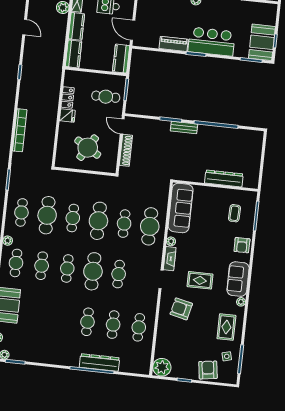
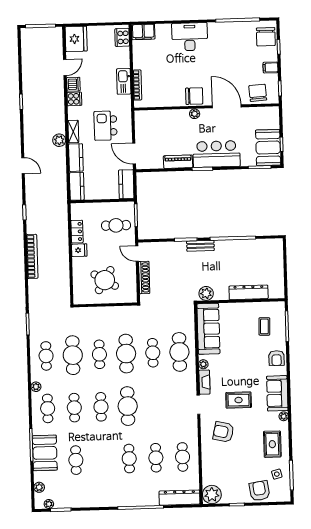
bookcase: (20, 130) -> (32, 256), moved
plant: (183, 174) -> (206, 293), added
cafe table: (119, 274) -> (76, 460), moved
dresser: (99, 362) -> (180, 498), moved

